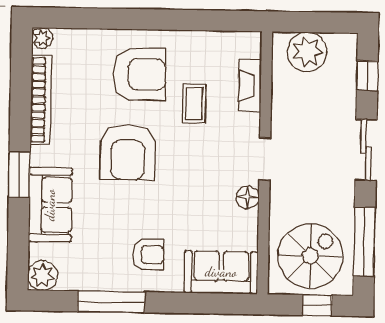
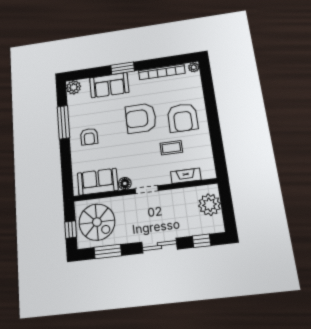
window: (364, 242) -> (108, 252), width x0.69
sofa: (221, 272) -> (98, 182), moved, turned -90

